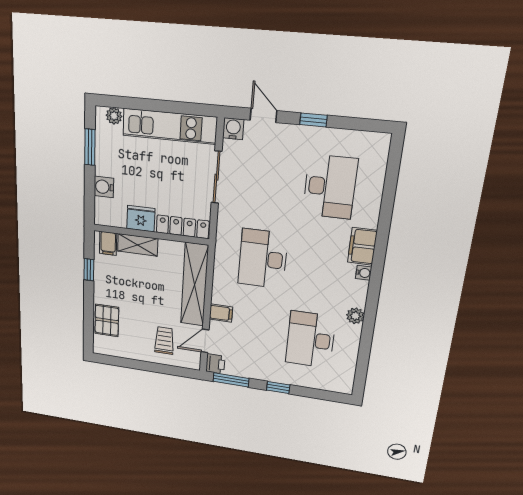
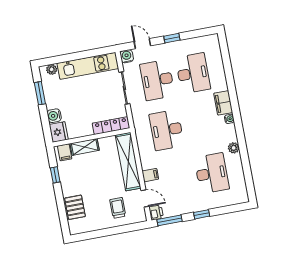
desk: (270, 180) -> (157, 80), added
fridge: (141, 219) -> (59, 132), moved, turned 90
desk: (310, 340) -> (212, 173), turned 180
door: (205, 341) -> (145, 198), swing flipped

